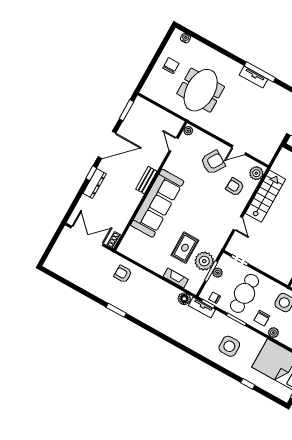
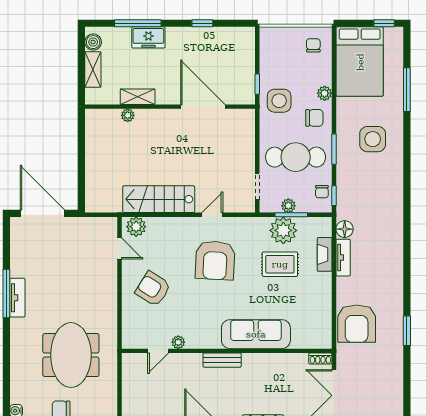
meeting table: (201, 90) -> (71, 355), turned 90
plant: (188, 131) -> (178, 342), moved
door: (239, 150) -> (119, 248), moved
armchair: (235, 187) -> (215, 260), moved, width x1.88, depth x1.88
sofa: (157, 203) -> (256, 334), width x0.74, depth x0.79
armchair: (123, 274) -> (357, 324), width x1.88, depth x1.88
tv unit: (202, 307) -> (343, 258), moved
window: (116, 310) -> (407, 331), moved
window: (248, 384) -> (407, 90), width x2.17

